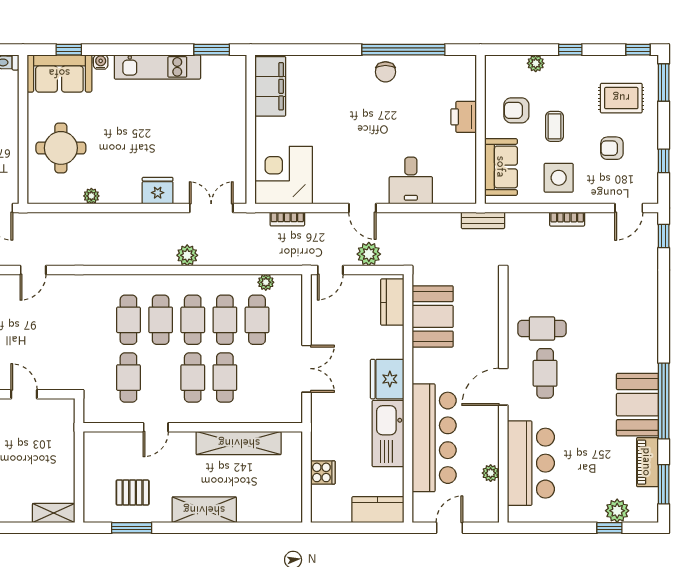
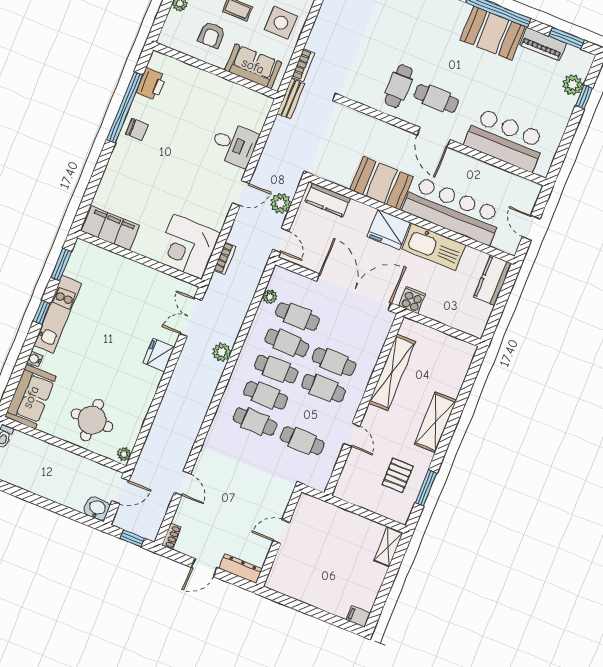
window: (69, 50) -> (42, 313), moved
printer: (464, 117) -> (151, 84), moved, turned -90
plant: (91, 196) -> (124, 454), moved
bookcase: (567, 219) -> (303, 65), moved
booth: (433, 316) -> (381, 183), moved
double door: (307, 369) -> (354, 292), width x1.87
cooker: (323, 472) -> (412, 300), moved
plant: (491, 473) -> (500, 176), removed

